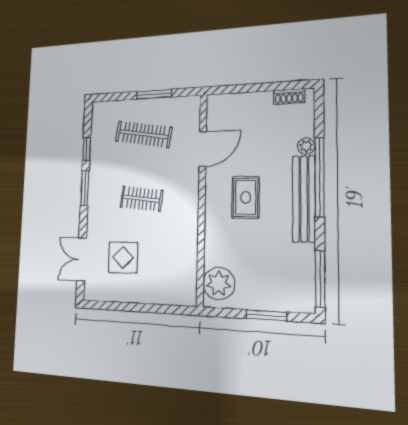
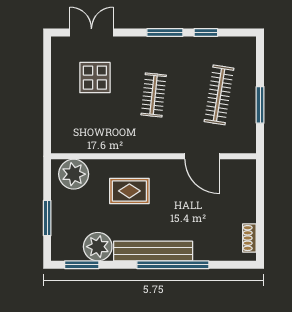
plant: (306, 146) -> (98, 247), moved, width x1.88, depth x1.88
rug: (246, 197) -> (129, 191), moved
window: (320, 279) -> (82, 265), width x0.69

